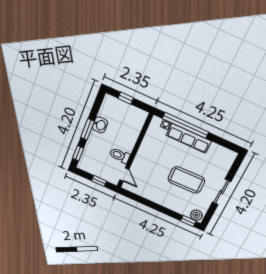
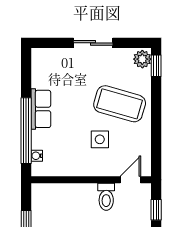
row of seats: (189, 138) -> (41, 109), width x0.68
side table: (158, 168) -> (100, 139), added
coffee table: (186, 180) -> (120, 104), moved, turned -73

